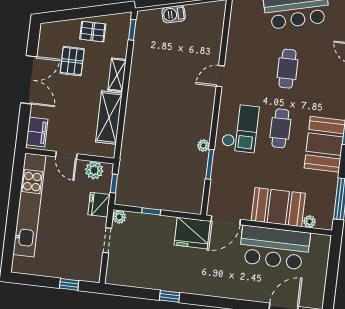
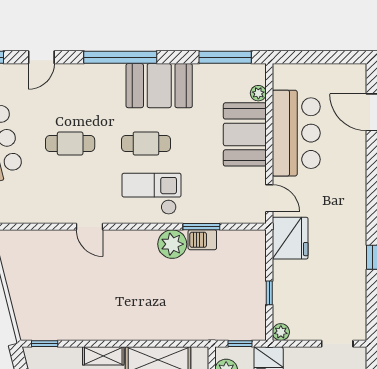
barbecue: (174, 14) -> (202, 240), moved, turned 104
plant: (203, 145) -> (172, 244), width x1.87, depth x1.87
door: (226, 220) -> (269, 198), width x0.73
doorway: (107, 240) -> (337, 344), moved

